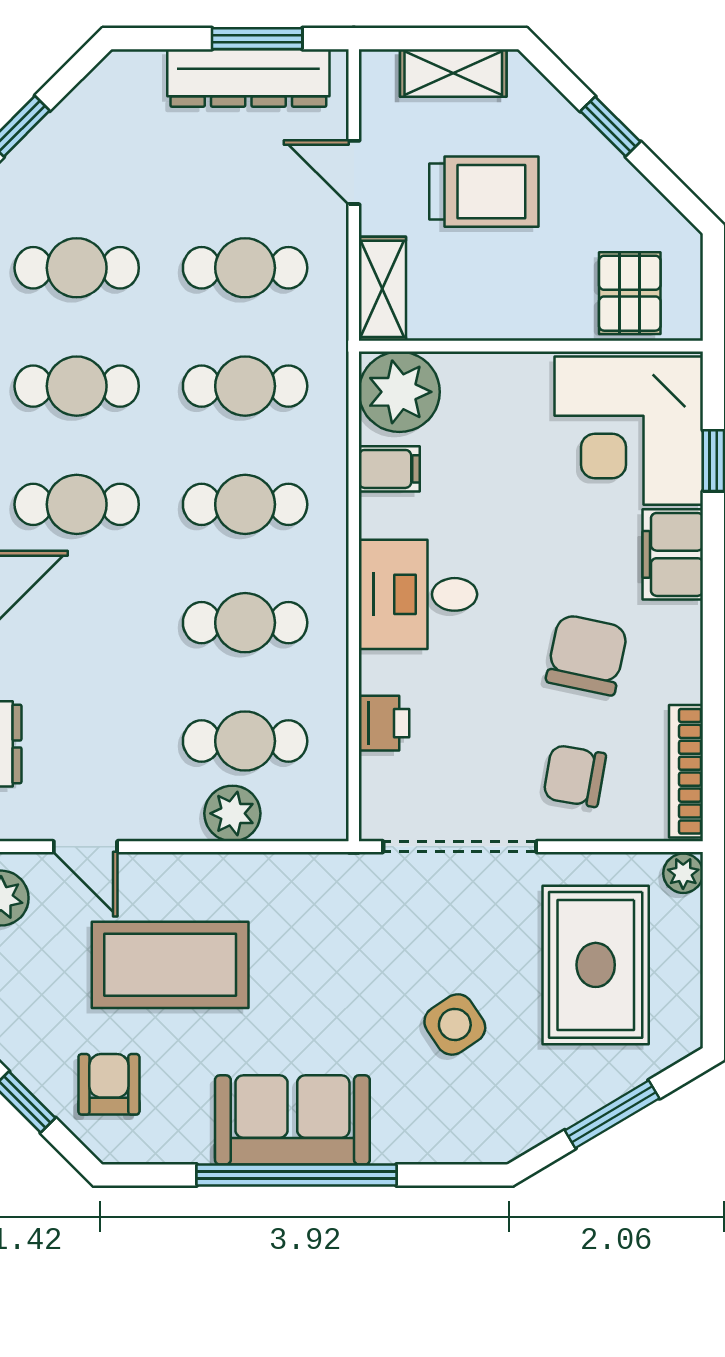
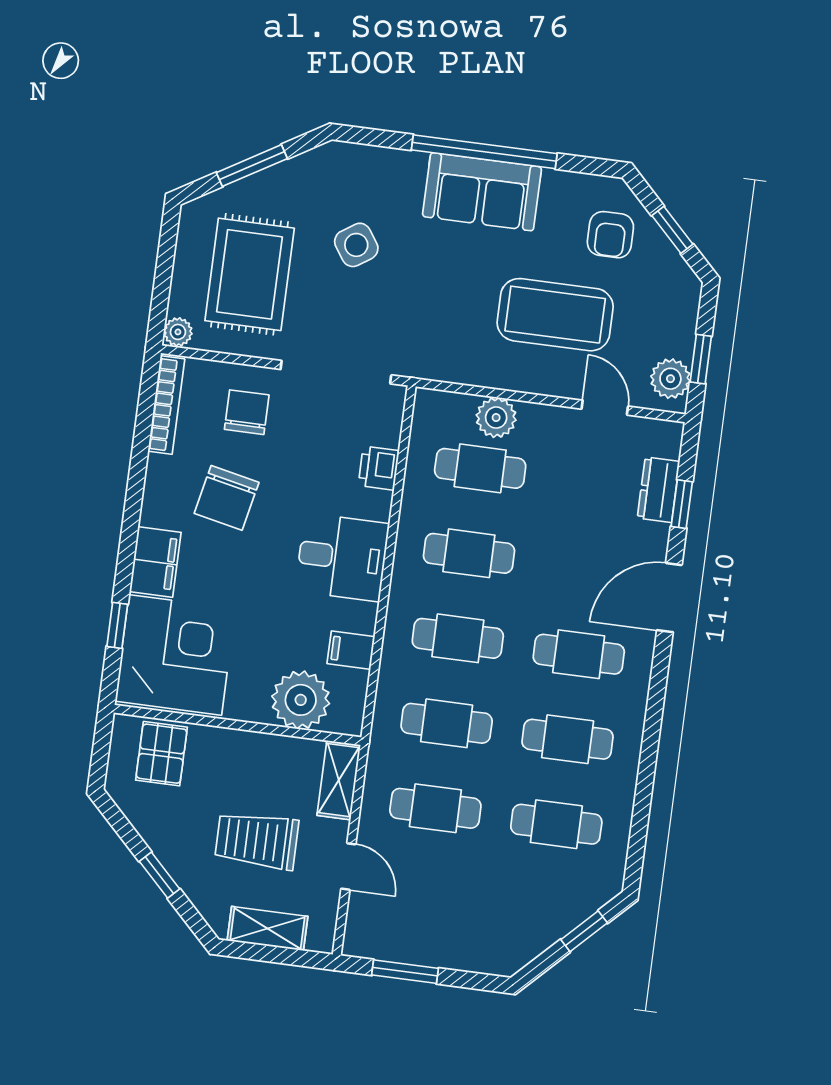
dresser: (248, 78) -> (415, 944), removed
plant: (399, 392) -> (301, 700), moved
chair: (575, 776) -> (247, 412), turned -100

